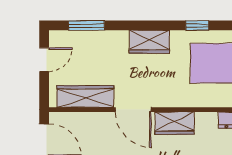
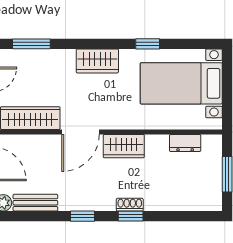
door: (133, 110) -> (81, 132), hinge flipped

